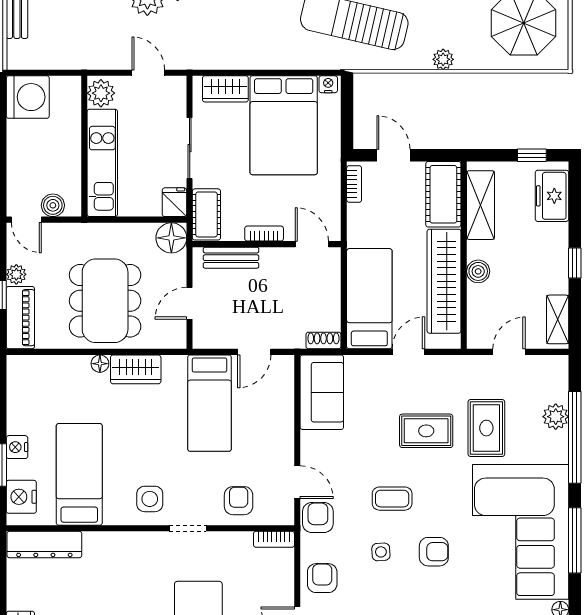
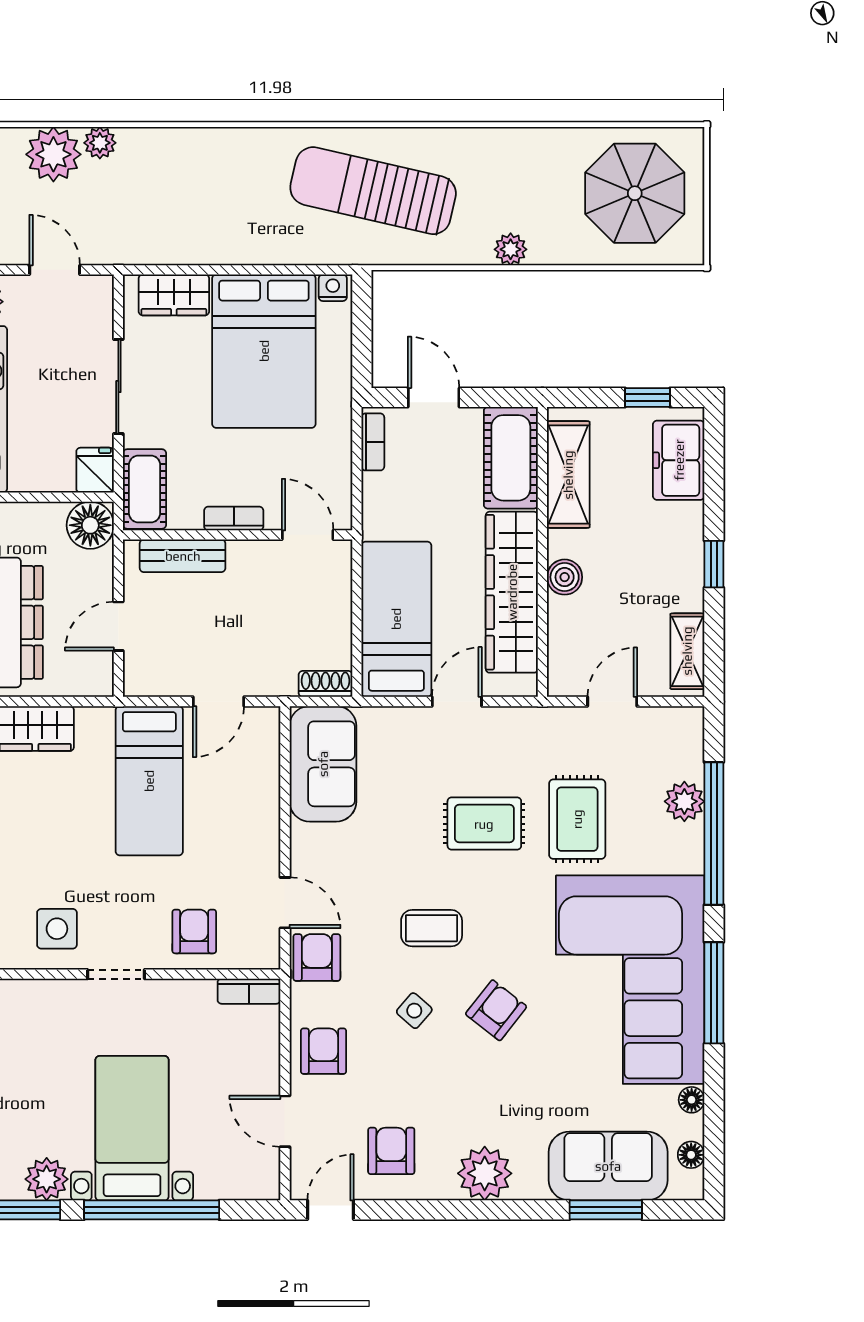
side table: (381, 552) -> (414, 1011), turned 45
armchair: (434, 552) -> (496, 1010), turned -52

